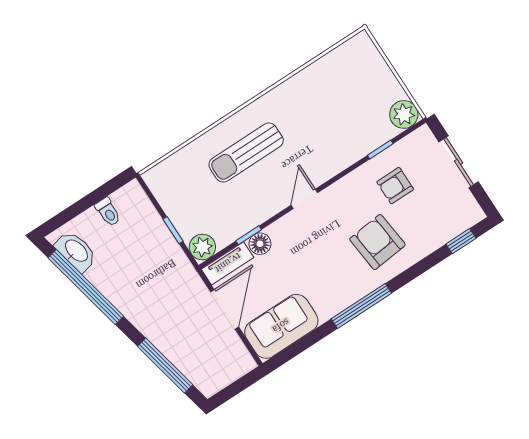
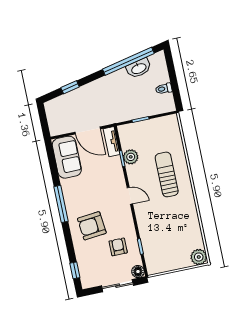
plant: (404, 114) -> (199, 257), moved
armchair: (377, 242) -> (92, 226), turned 180
floor lamp: (260, 244) -> (138, 272), moved
plant: (202, 247) -> (131, 157), moved
washbasin: (76, 251) -> (139, 68), moved
window: (165, 366) -> (70, 87), width x0.46

